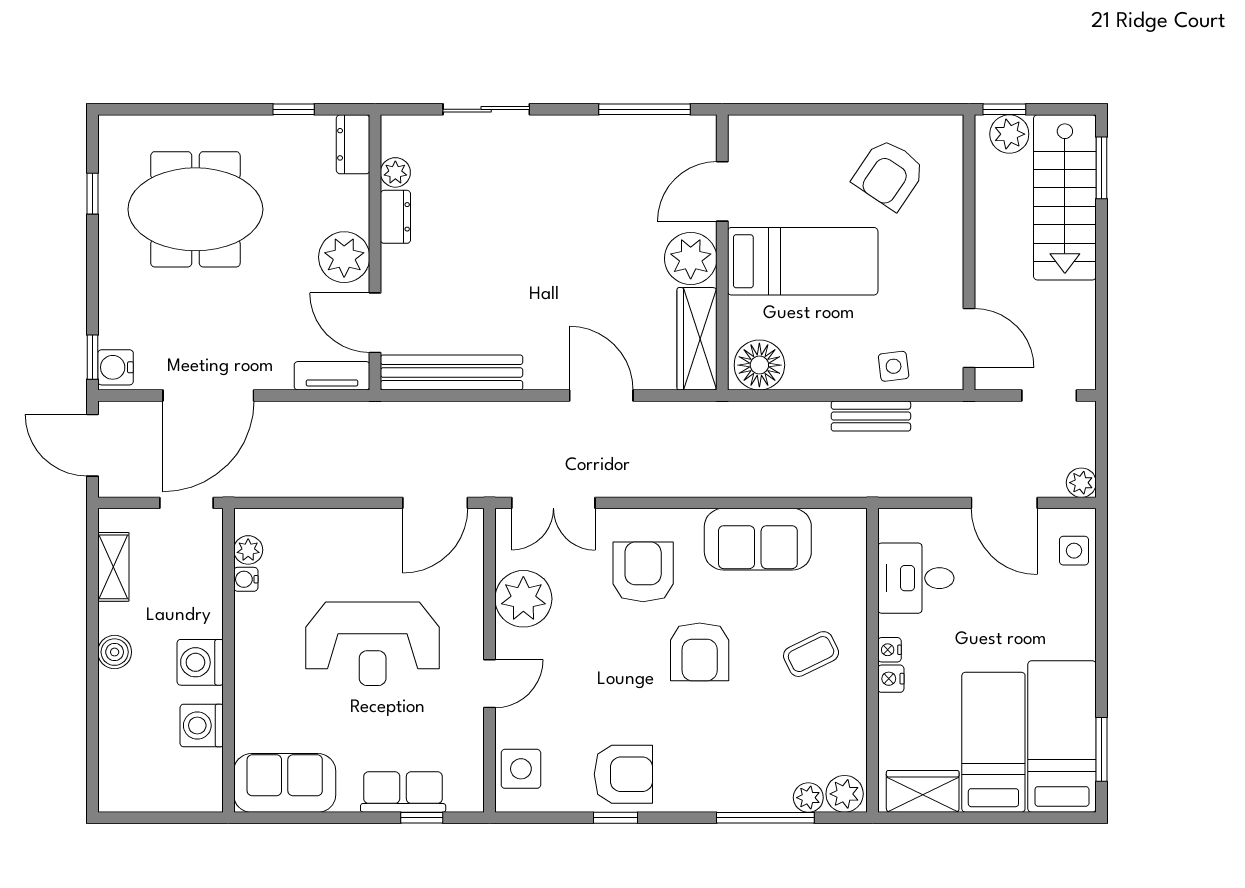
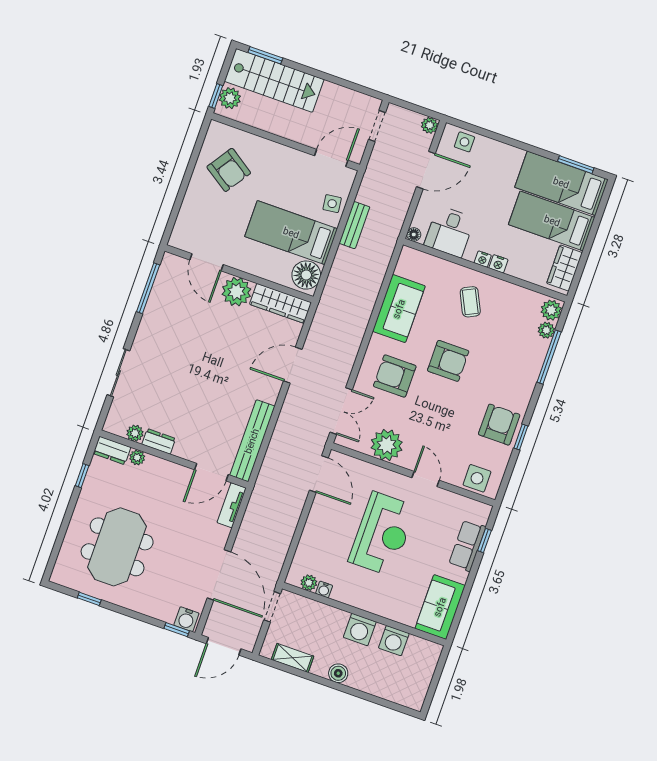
plant: (344, 257) -> (137, 457), moved, width x0.53, depth x0.53
bed: (803, 261) -> (291, 233), moved, turned -90
floor lamp: (890, 520) -> (414, 234), added

